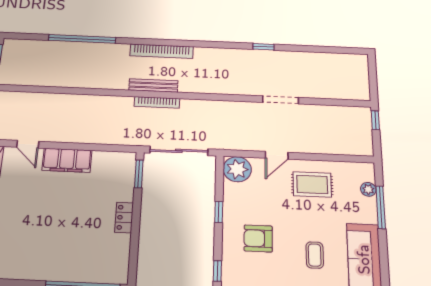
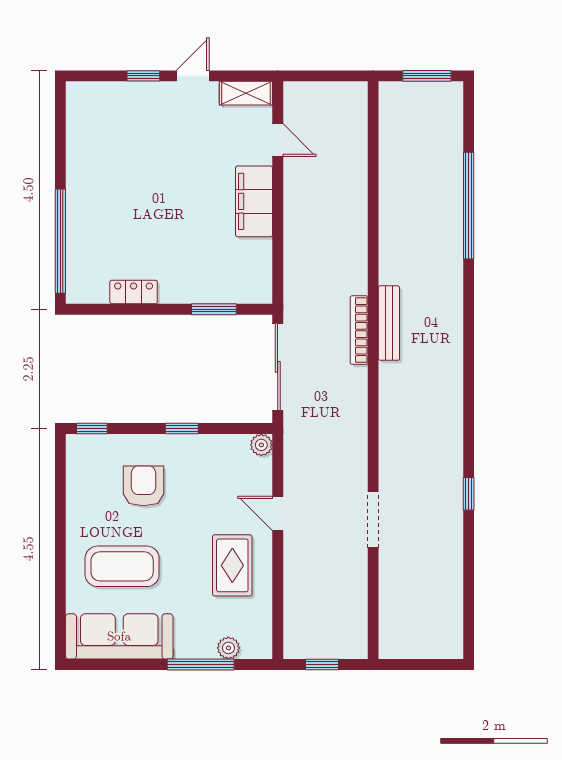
bookcase: (162, 51) -> (452, 333), removed
window: (375, 120) -> (322, 665), moved
door: (28, 144) -> (278, 140), swing flipped
plant: (237, 169) -> (261, 445), width x0.53, depth x0.53
window: (139, 174) -> (214, 309), moved
locker: (124, 217) -> (134, 292), moved
coffee table: (315, 255) -> (122, 566), width x1.86, depth x1.72

